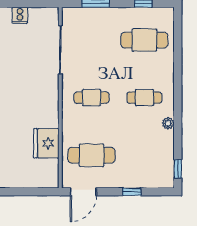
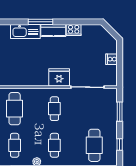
fridge: (46, 143) -> (59, 77), moved
cafe table: (144, 155) -> (15, 145), added

